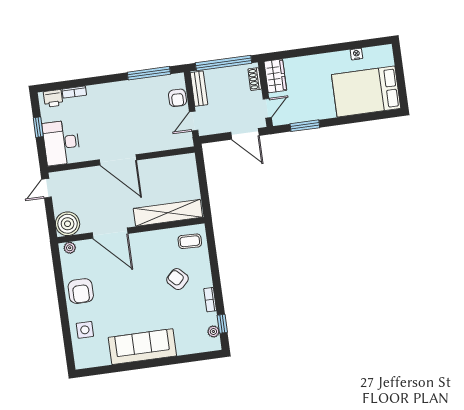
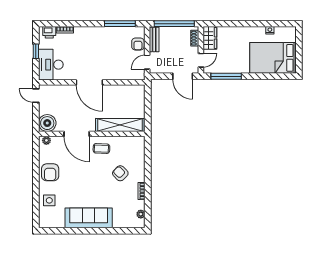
window: (305, 126) -> (226, 76), width x1.44
door: (47, 188) -> (36, 96), hinge flipped
coffee table: (190, 241) -> (101, 149), moved
window: (222, 324) -> (148, 209), removed

